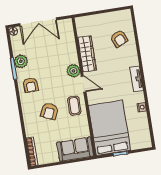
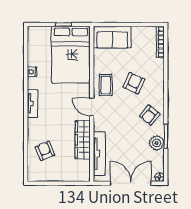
tv unit: (70, 44) -> (99, 154), added
plant: (73, 71) -> (101, 123), removed
armchair: (31, 85) -> (150, 115), turned -141

